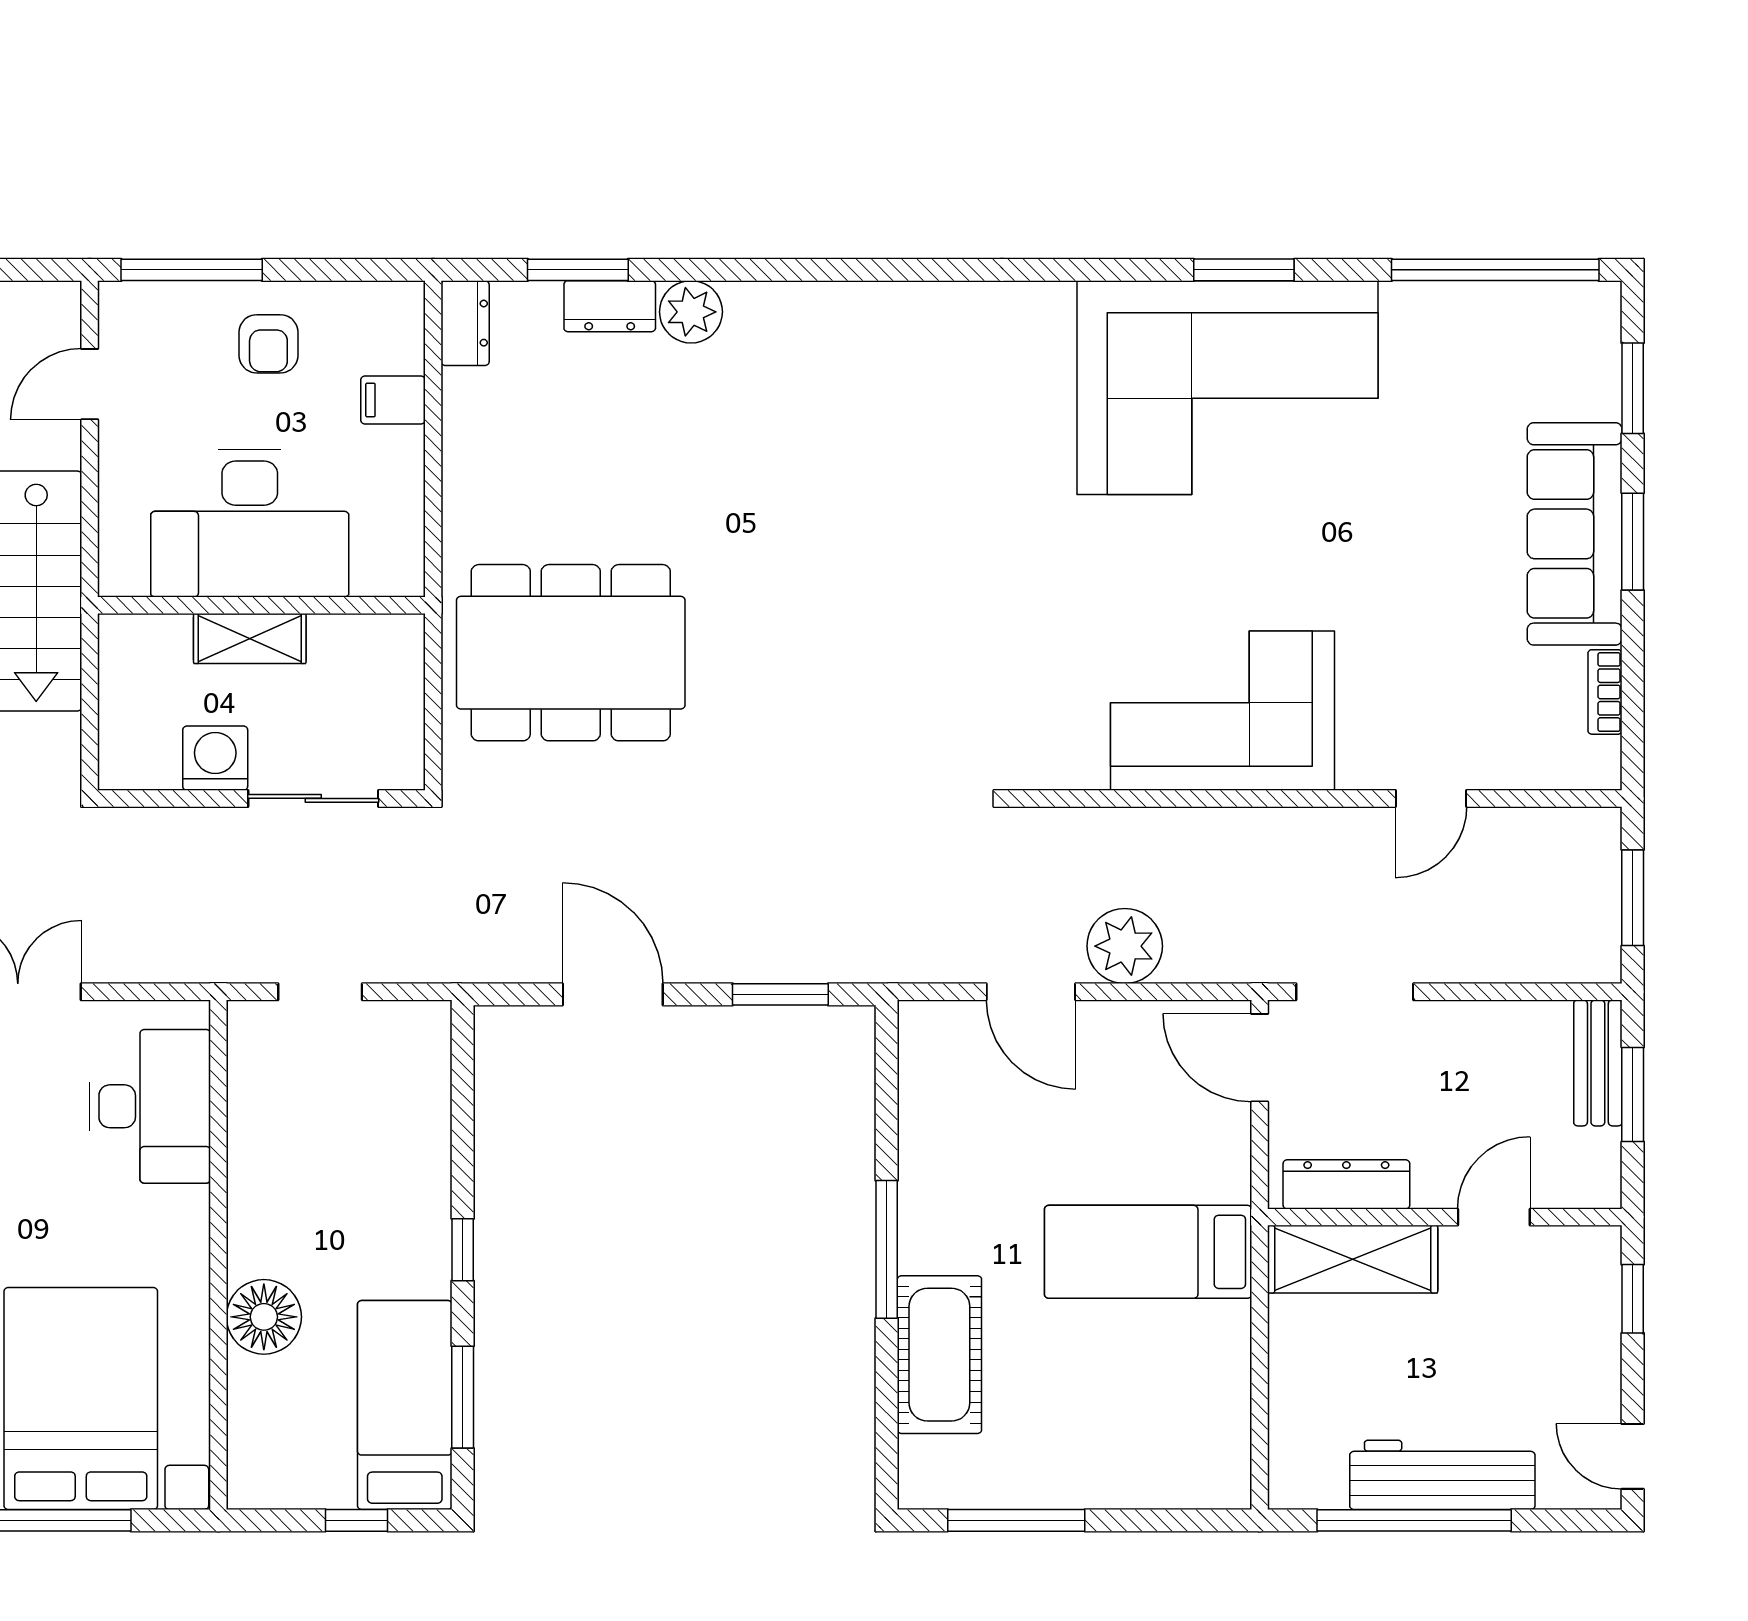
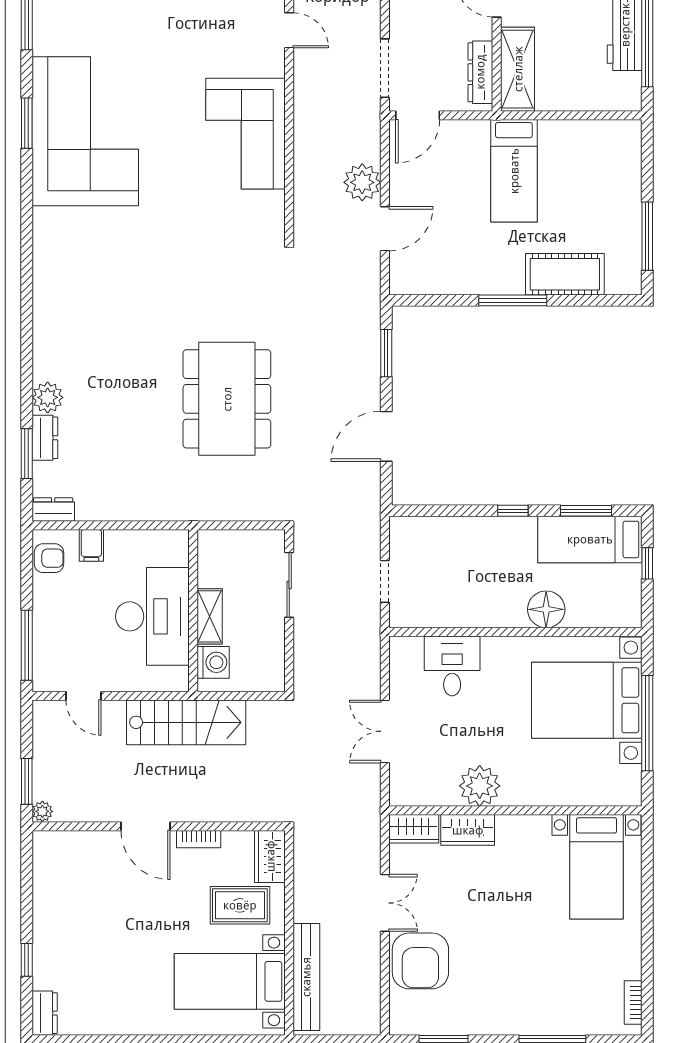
armchair: (268, 344) -> (49, 558), moved
dining table: (571, 653) -> (227, 399), moved
washing machine: (215, 758) -> (213, 662), moved, turned 180
desk: (150, 1106) -> (452, 666), width x0.73

